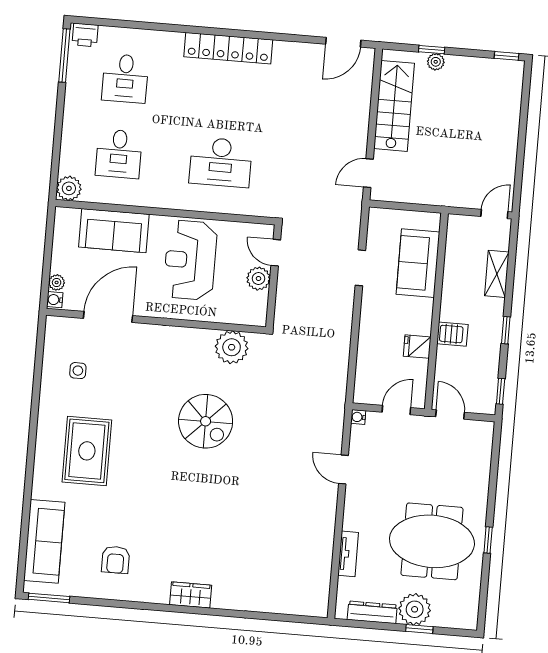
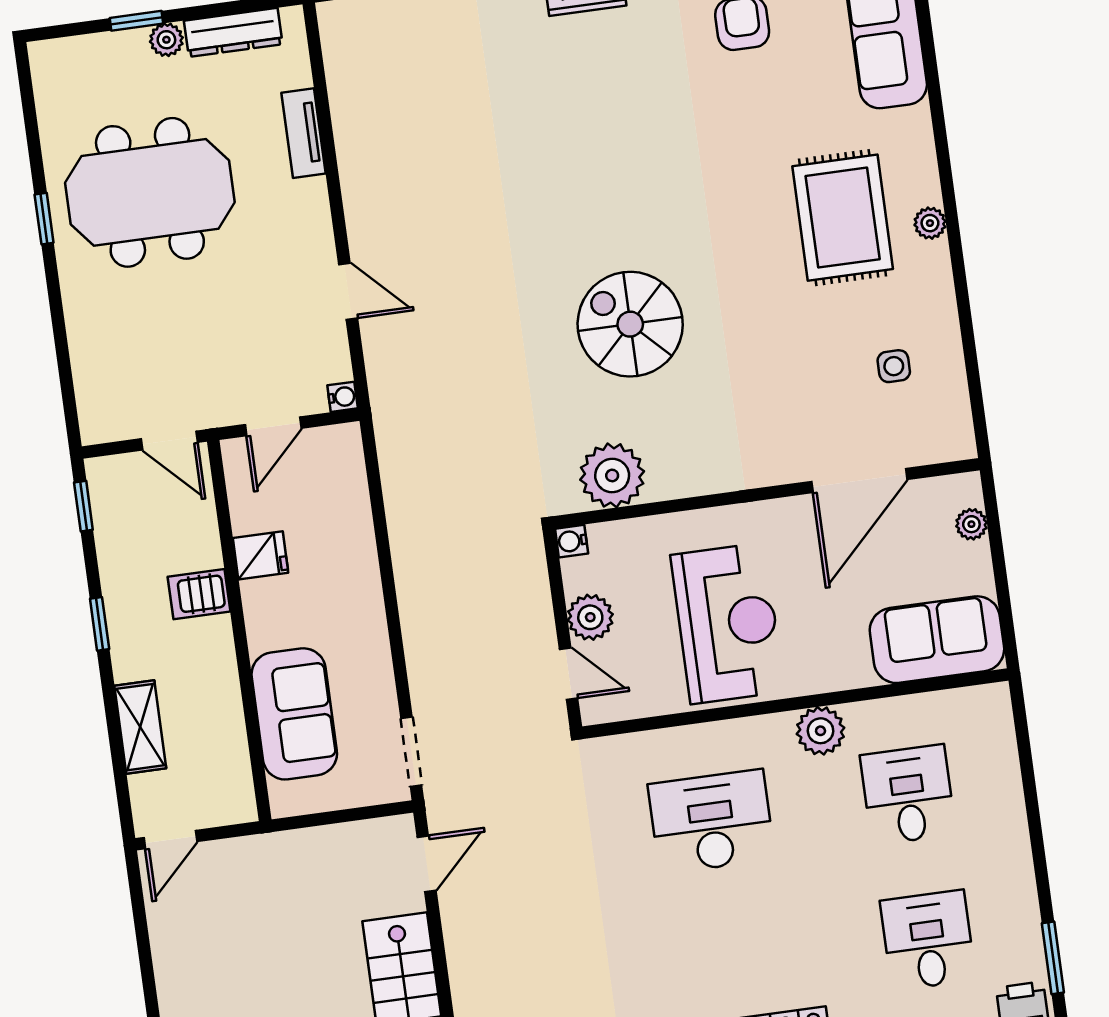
window: (64, 55) -> (1053, 958), width x0.69
plant: (69, 188) -> (821, 731), moved
sofa: (114, 231) -> (937, 640), moved
doorway: (360, 268) -> (411, 752), moved
water cooler: (55, 300) -> (572, 541), moved, turned 180
plant: (44, 438) -> (930, 223), added
plant: (415, 609) -> (166, 40), width x0.53, depth x0.53

